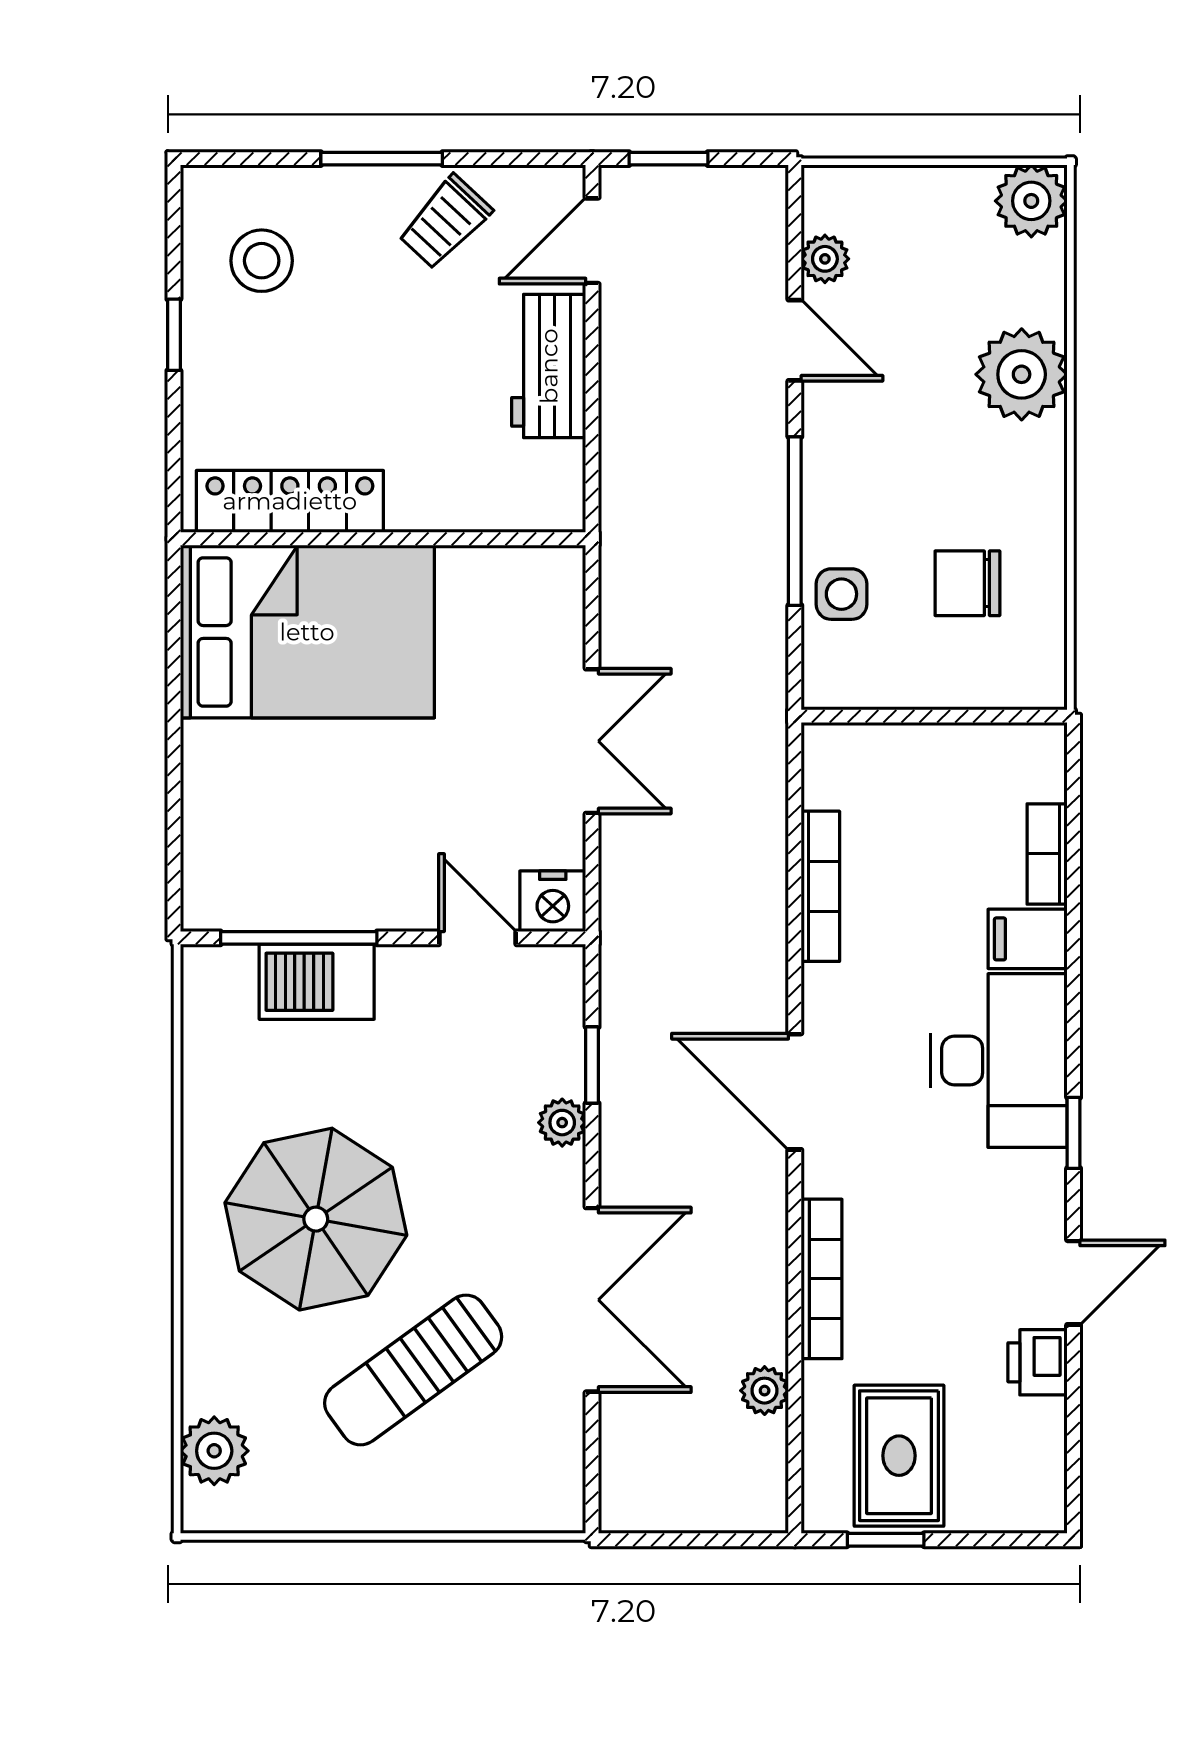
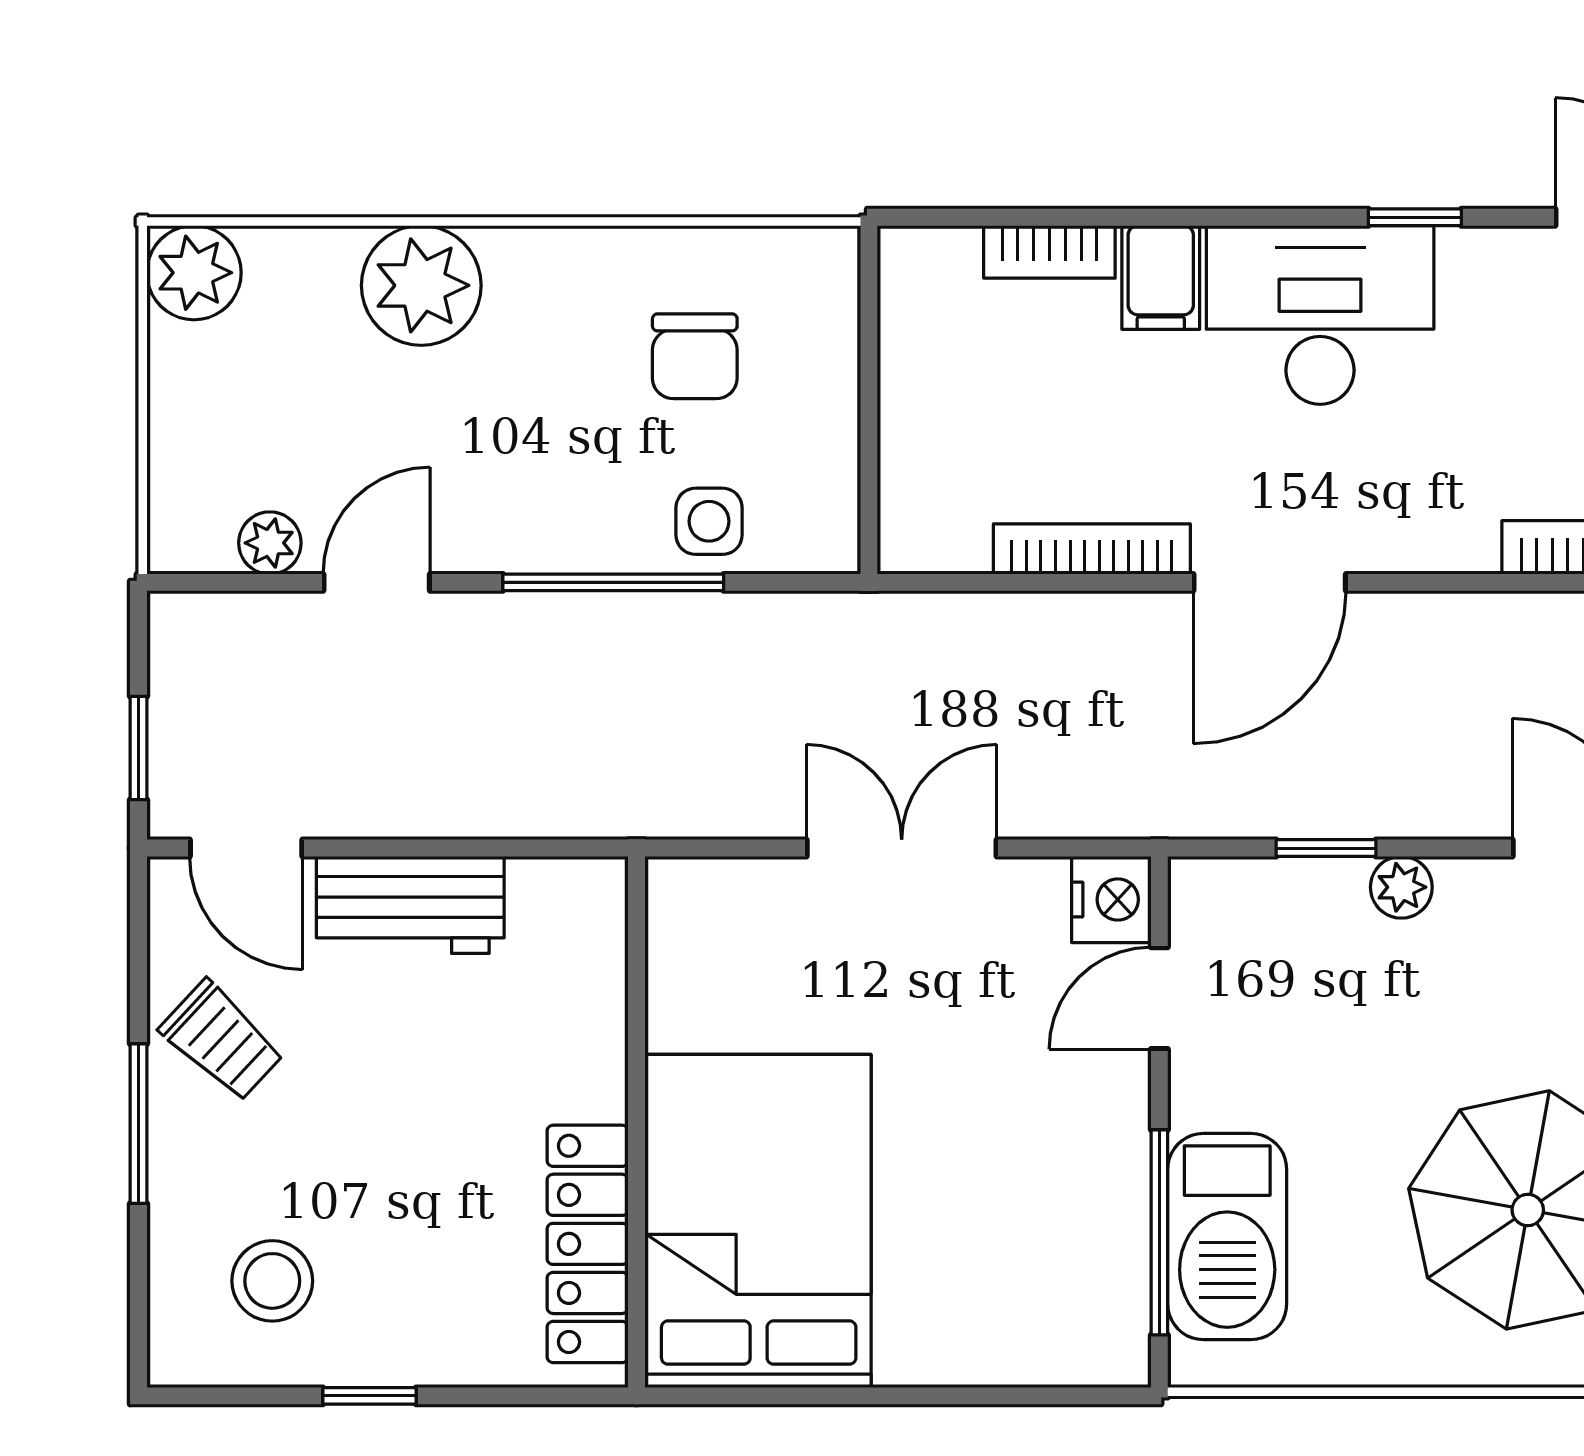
barbecue: (317, 982) -> (1227, 1237), width x1.37, depth x1.21
door: (795, 1092) -> (1270, 582), moved

